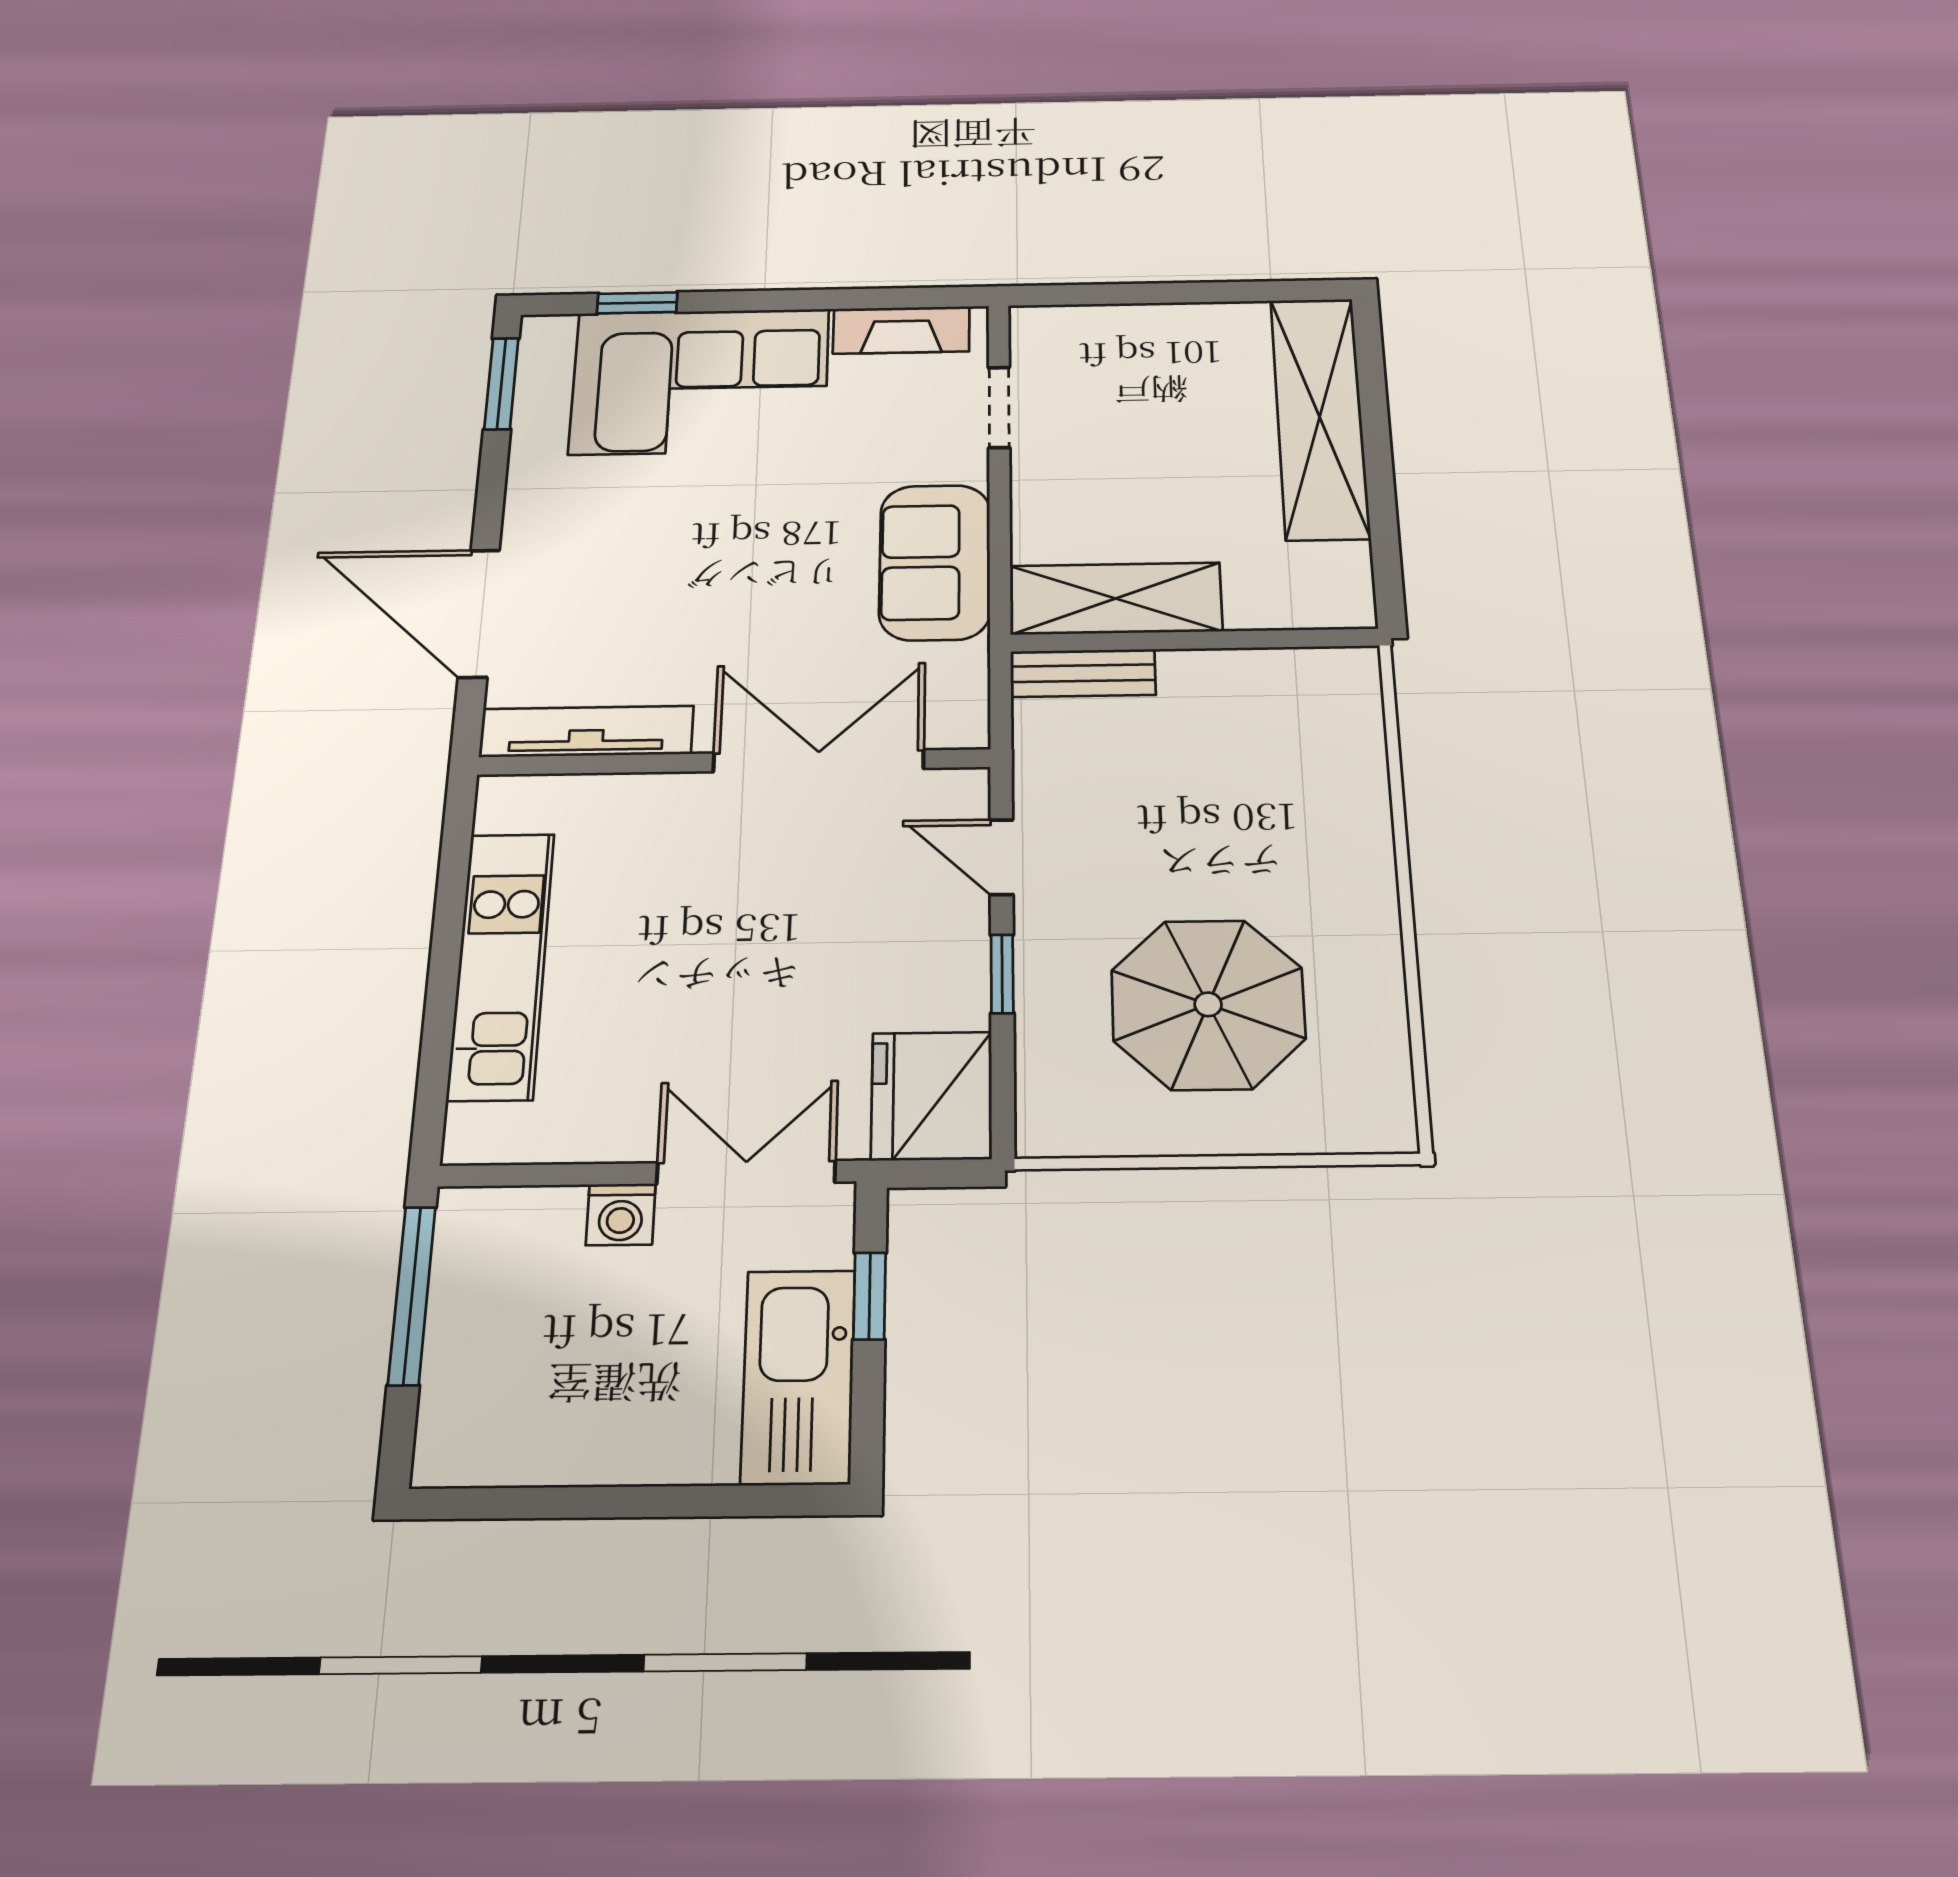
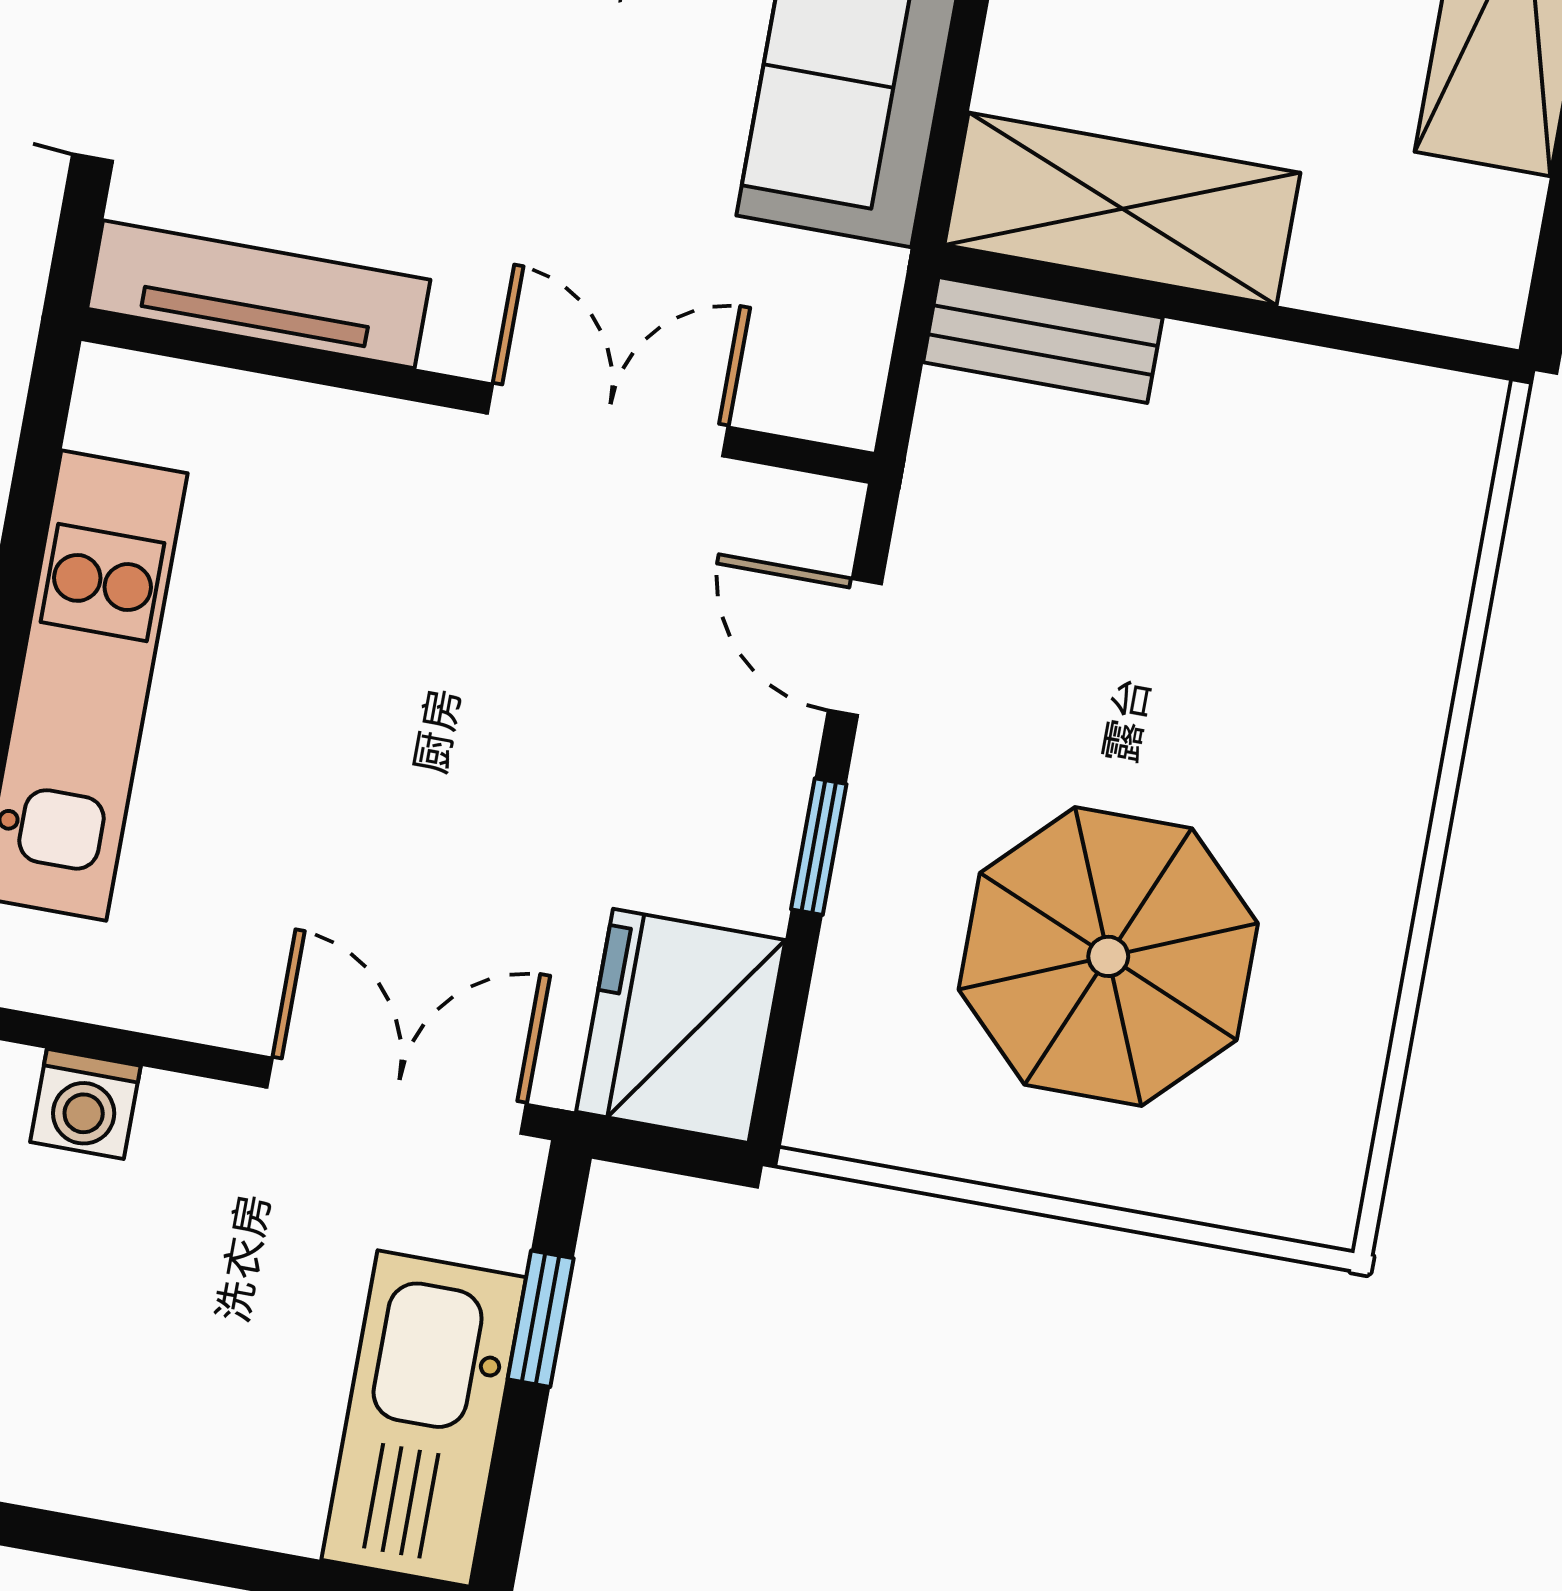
double door: (818, 761) -> (608, 420), width x0.73
washing machine: (621, 1214) -> (85, 1104), moved

